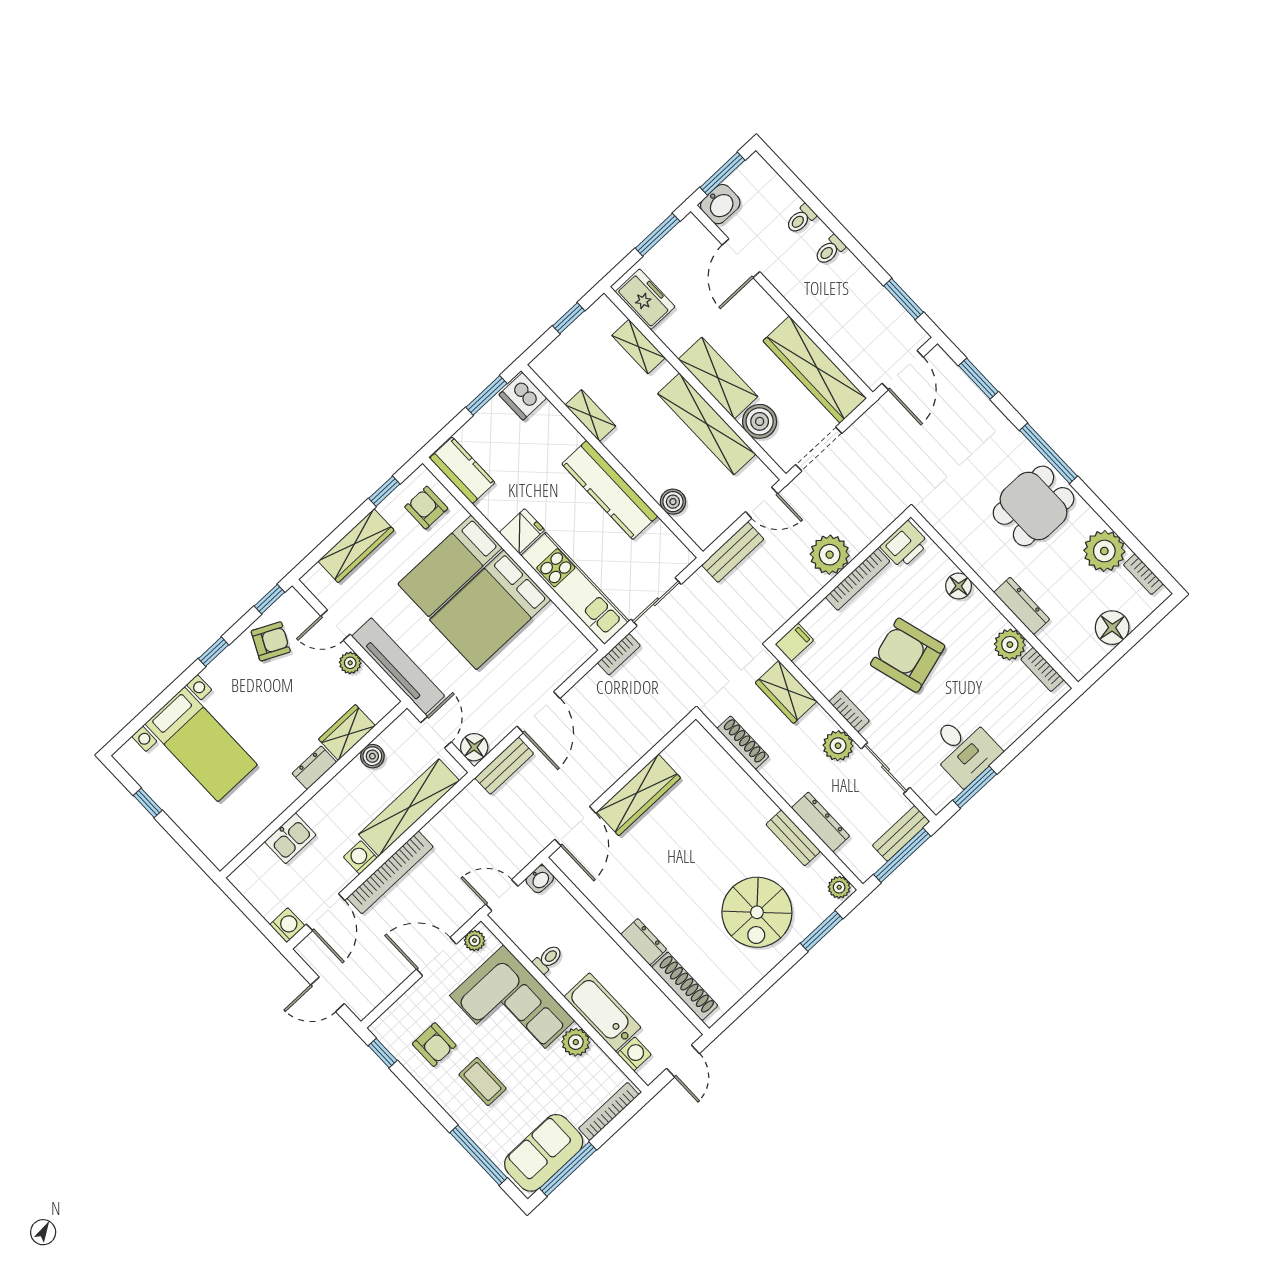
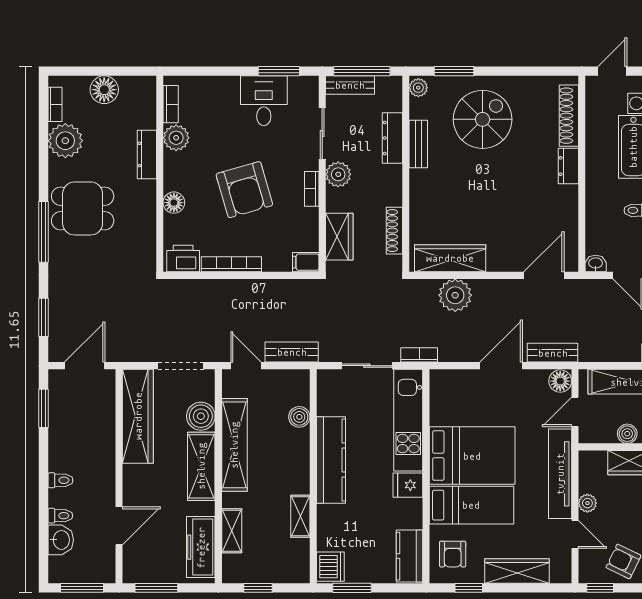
washbasin: (720, 204) -> (61, 540), moved, turned 90
freezer: (645, 299) -> (201, 547), width x1.40
plant: (830, 555) -> (455, 295), moved
wardrobe: (639, 795) -> (450, 258), moved

